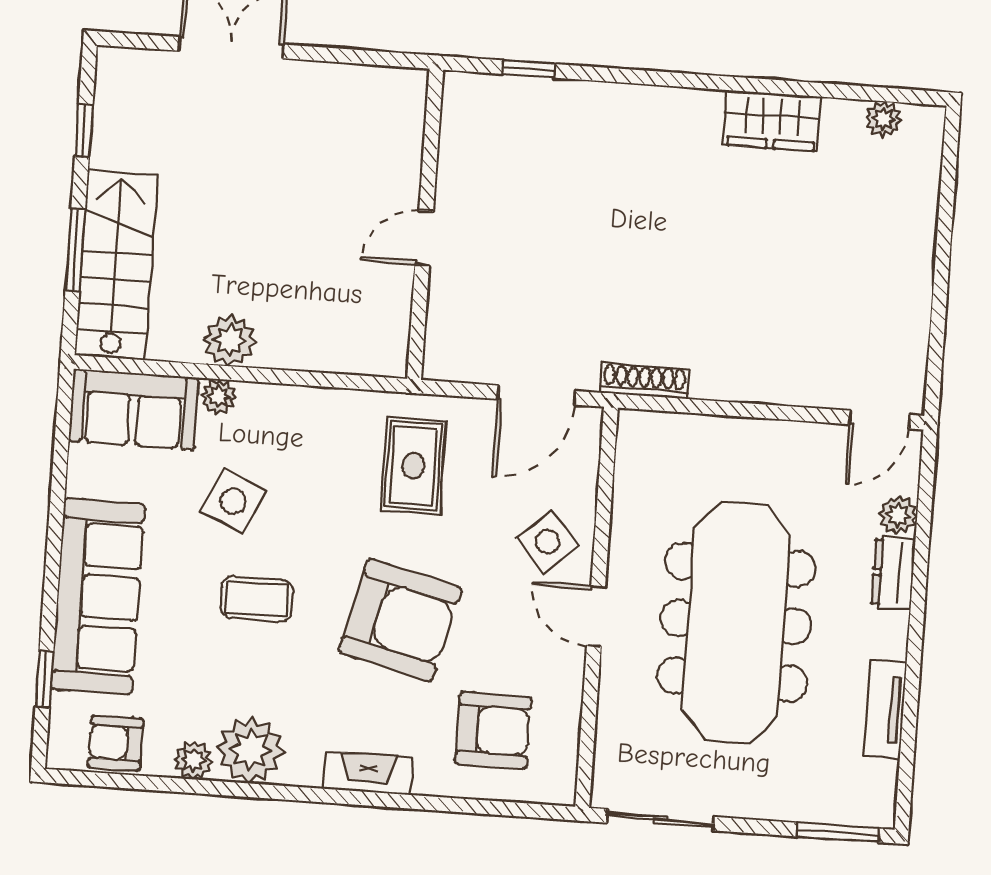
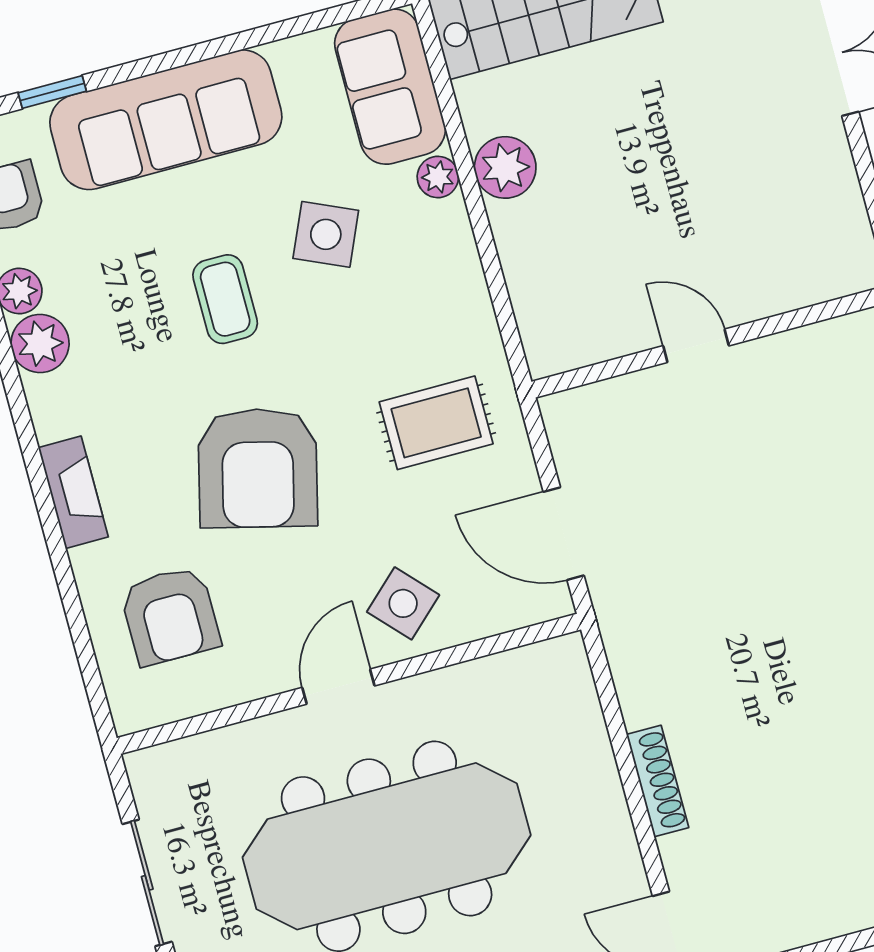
shoe rack: (644, 381) -> (658, 781), moved
plant: (250, 750) -> (40, 343), width x0.73, depth x0.73
sliding door: (660, 820) -> (147, 883), moved

